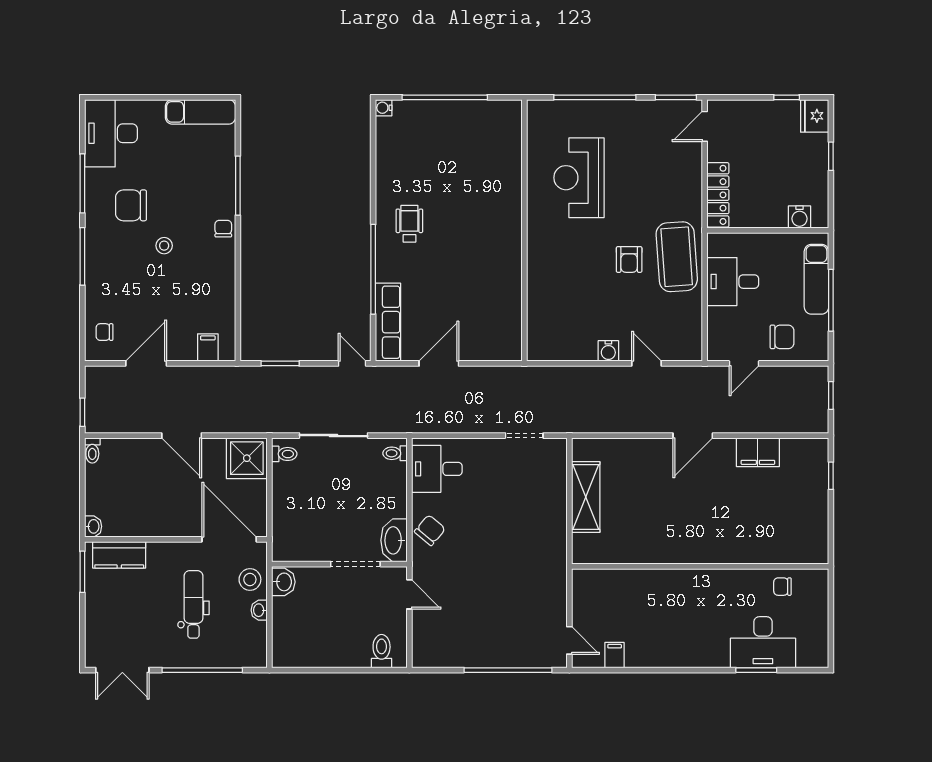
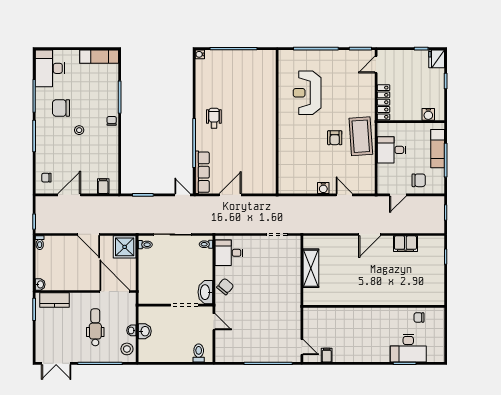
stool: (250, 579) -> (127, 349), moved
washbasin: (283, 582) -> (145, 331), moved

